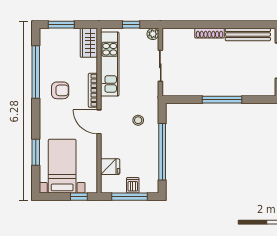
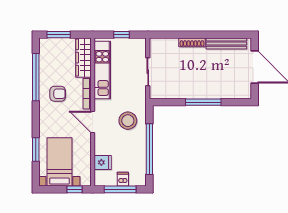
plant: (153, 34) -> (141, 43), removed
wardrobe: (89, 43) -> (83, 58), width x1.50
stool: (138, 120) -> (128, 121), width x1.89, depth x1.89

